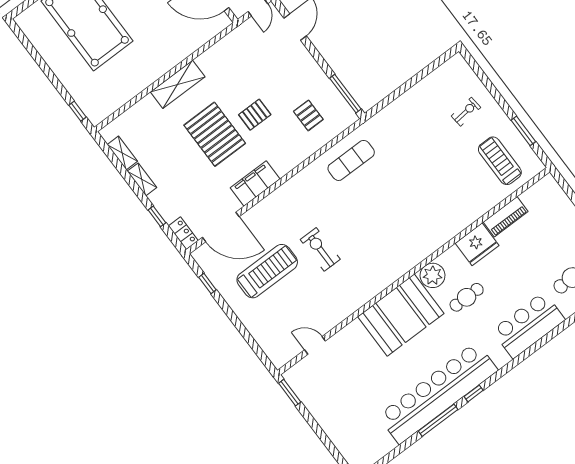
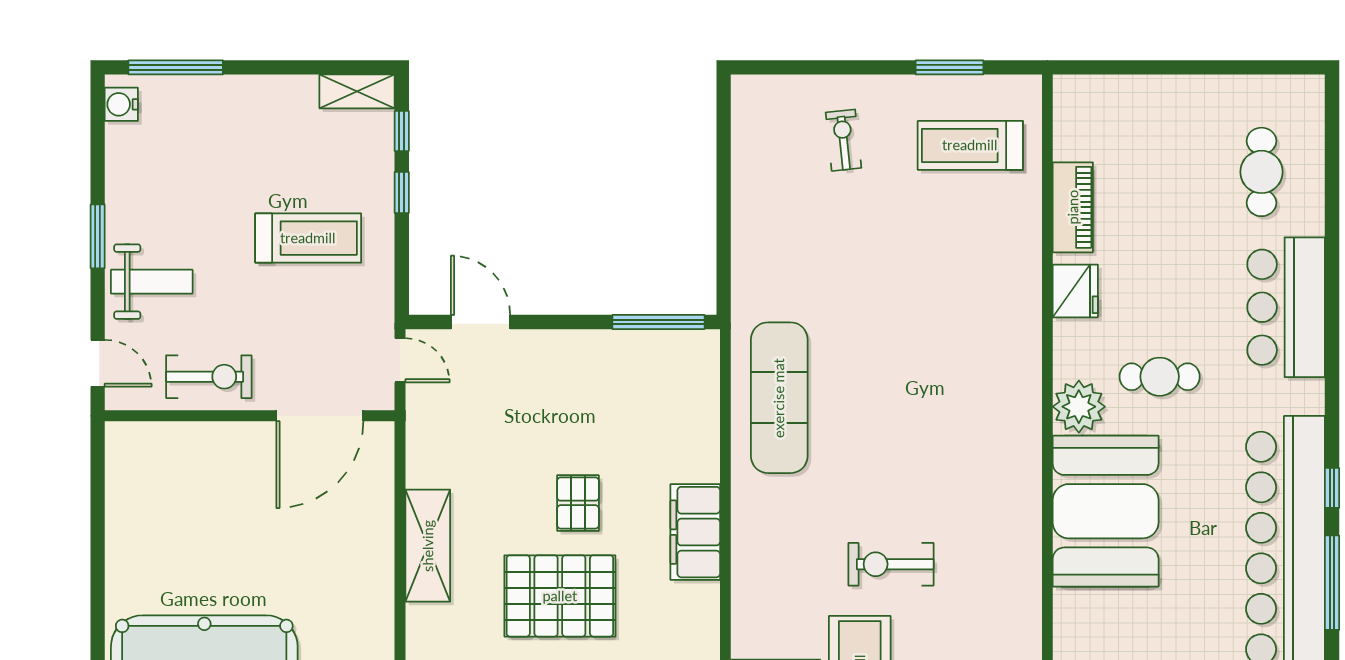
shelving: (178, 84) -> (428, 546), moved
pallet: (308, 115) -> (648, 413), removed
exercise mat: (351, 160) -> (779, 398), width x1.36, depth x1.45
filing cabinet: (255, 183) -> (695, 532), moved
fridge: (477, 244) -> (1075, 291), width x0.73, depth x0.75
cafe table: (467, 297) -> (1160, 377), turned 90

